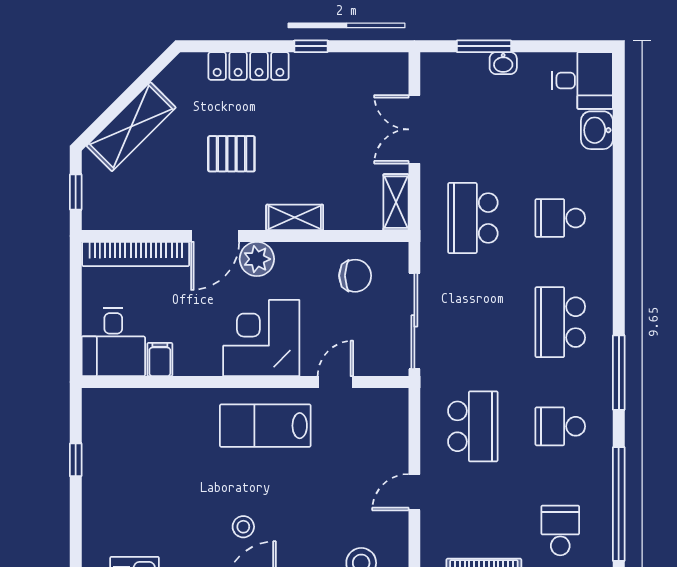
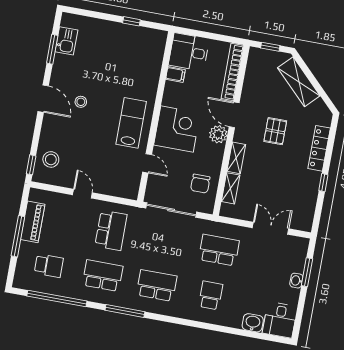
shelving: (396, 202) -> (231, 188), moved, turned 90
school desk: (473, 426) -> (111, 230), turned -90
school desk: (560, 426) -> (103, 276), width x1.85

